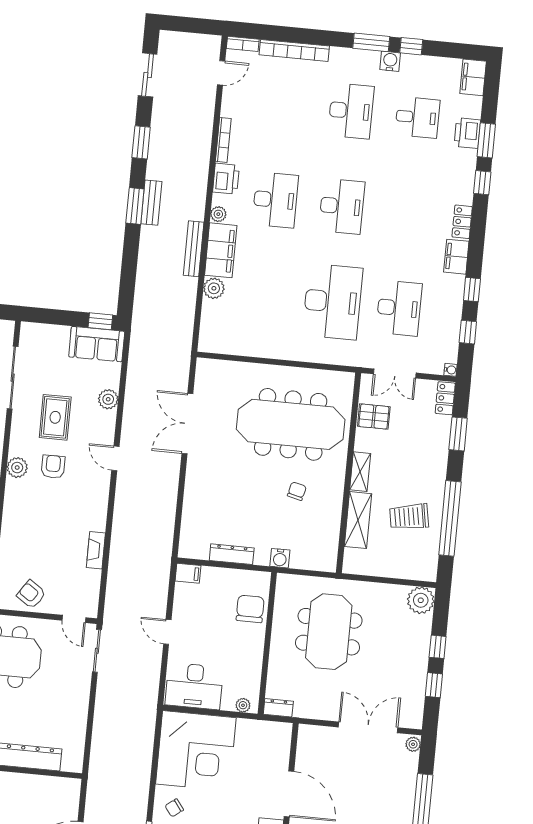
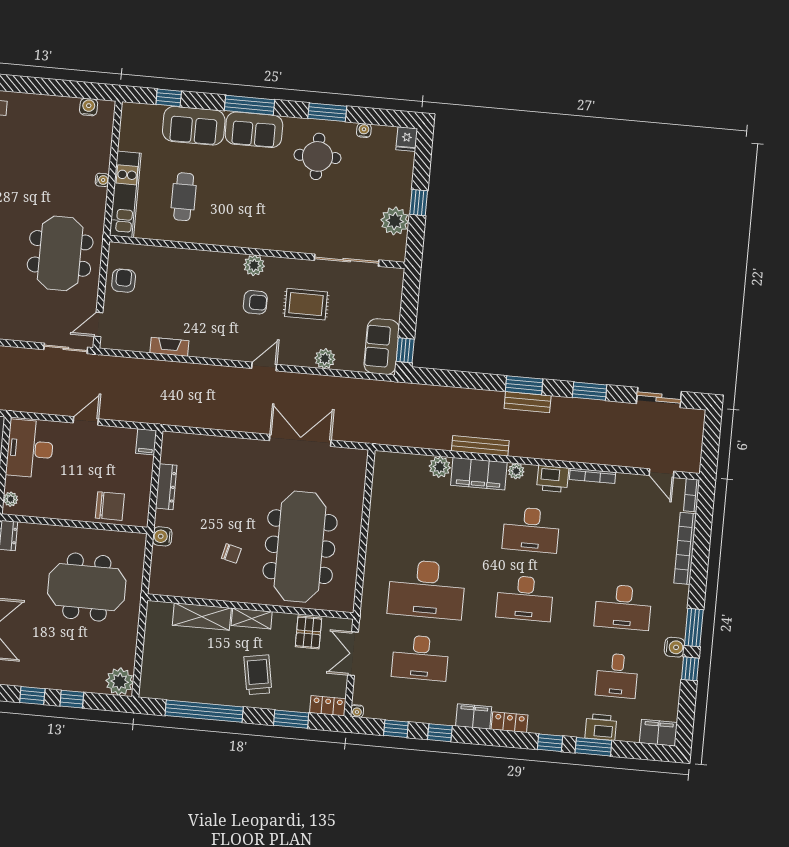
trolley: (409, 517) -> (258, 675), moved
armchair: (31, 594) -> (124, 281), turned -34

